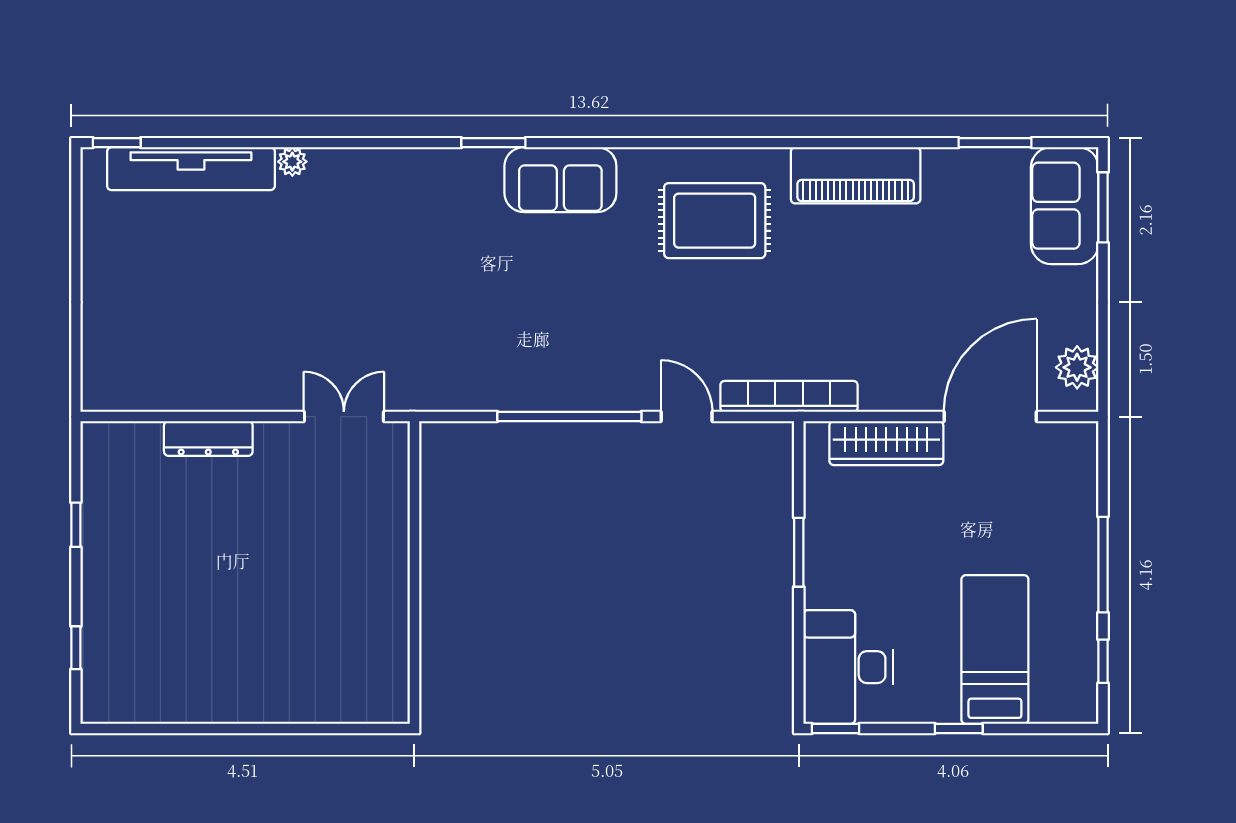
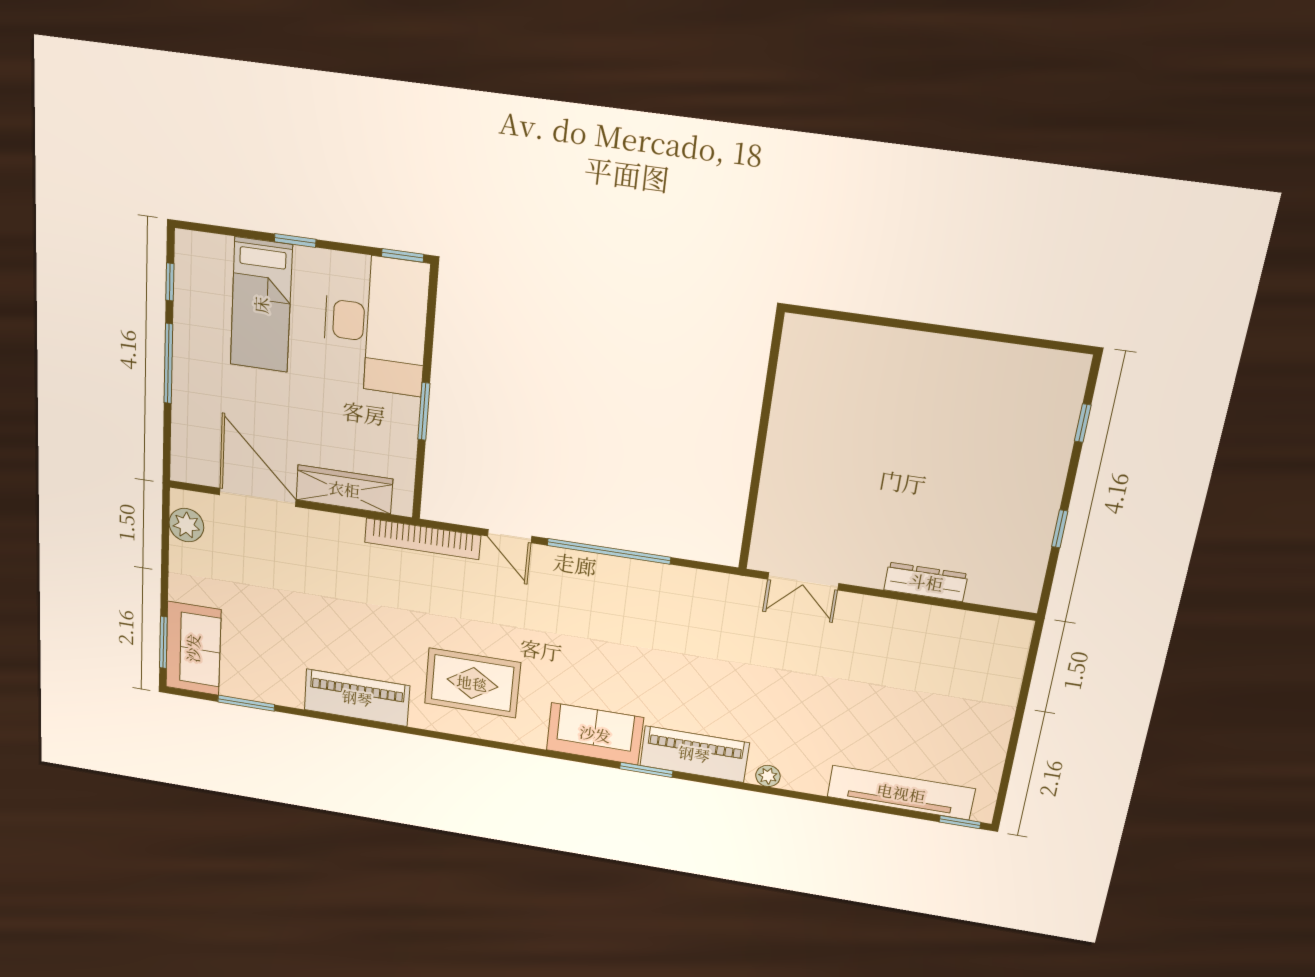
plant: (292, 162) -> (768, 776), moved
piano: (439, 174) -> (694, 754), added
door: (990, 417) -> (258, 497), swing flipped
desk: (848, 667) -> (376, 324), width x1.36, depth x1.30

